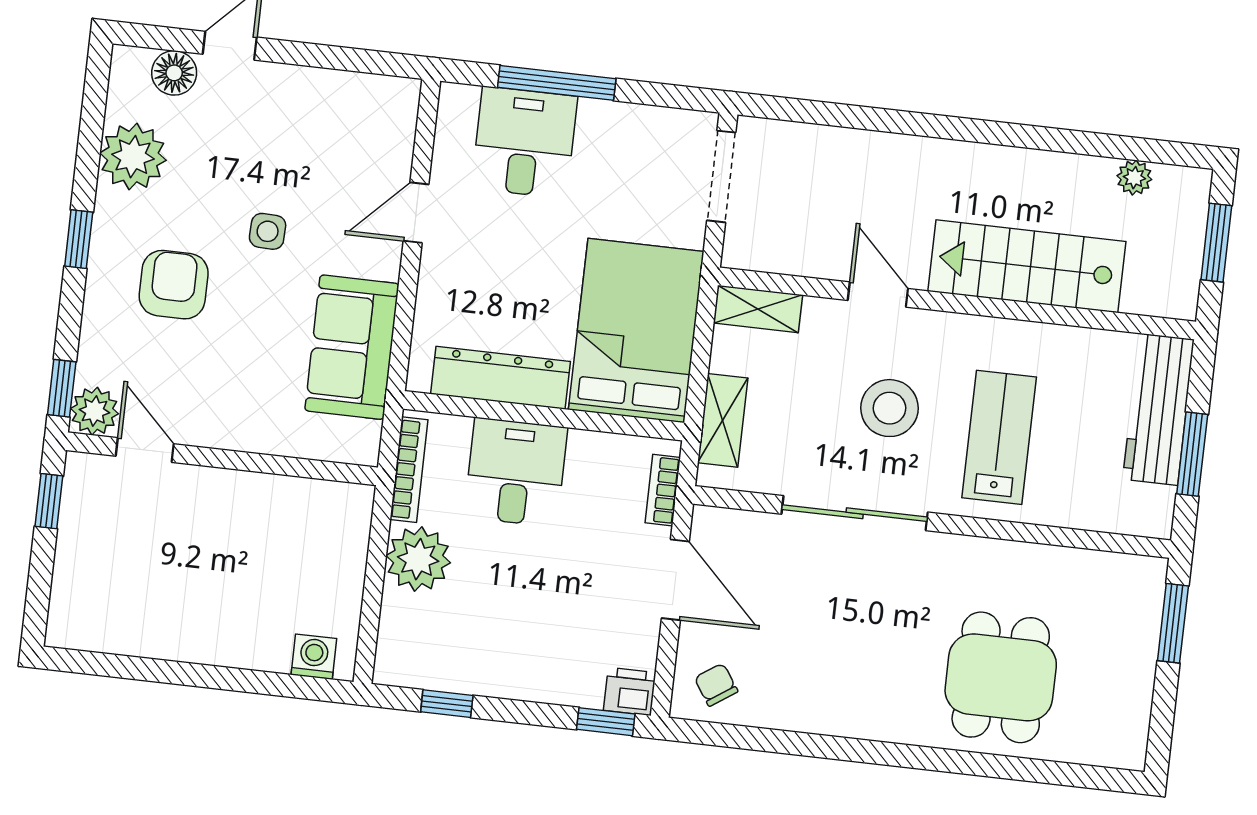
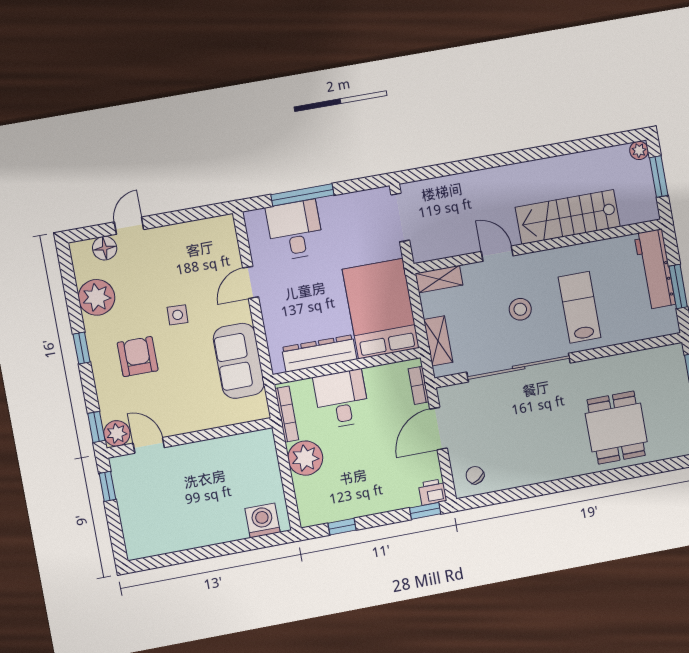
plant: (1134, 178) -> (639, 150), moved
stool: (890, 408) -> (520, 309), width x0.73, depth x0.73
sliding door: (855, 513) -> (519, 368), width x1.36
door: (675, 580) -> (439, 429), swing flipped
washing machine: (314, 657) -> (262, 520), width x1.38, depth x1.38

